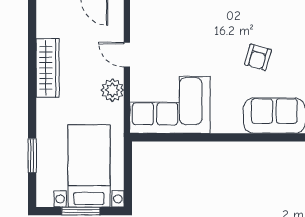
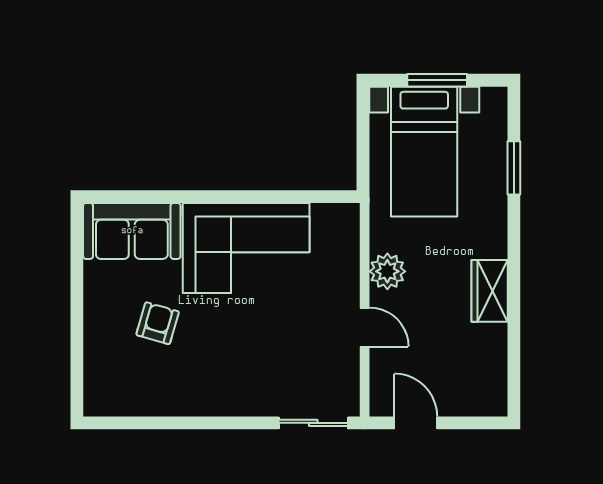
wardrobe: (48, 68) -> (490, 291), width x0.67
corner sofa: (170, 105) -> (246, 248), moved

